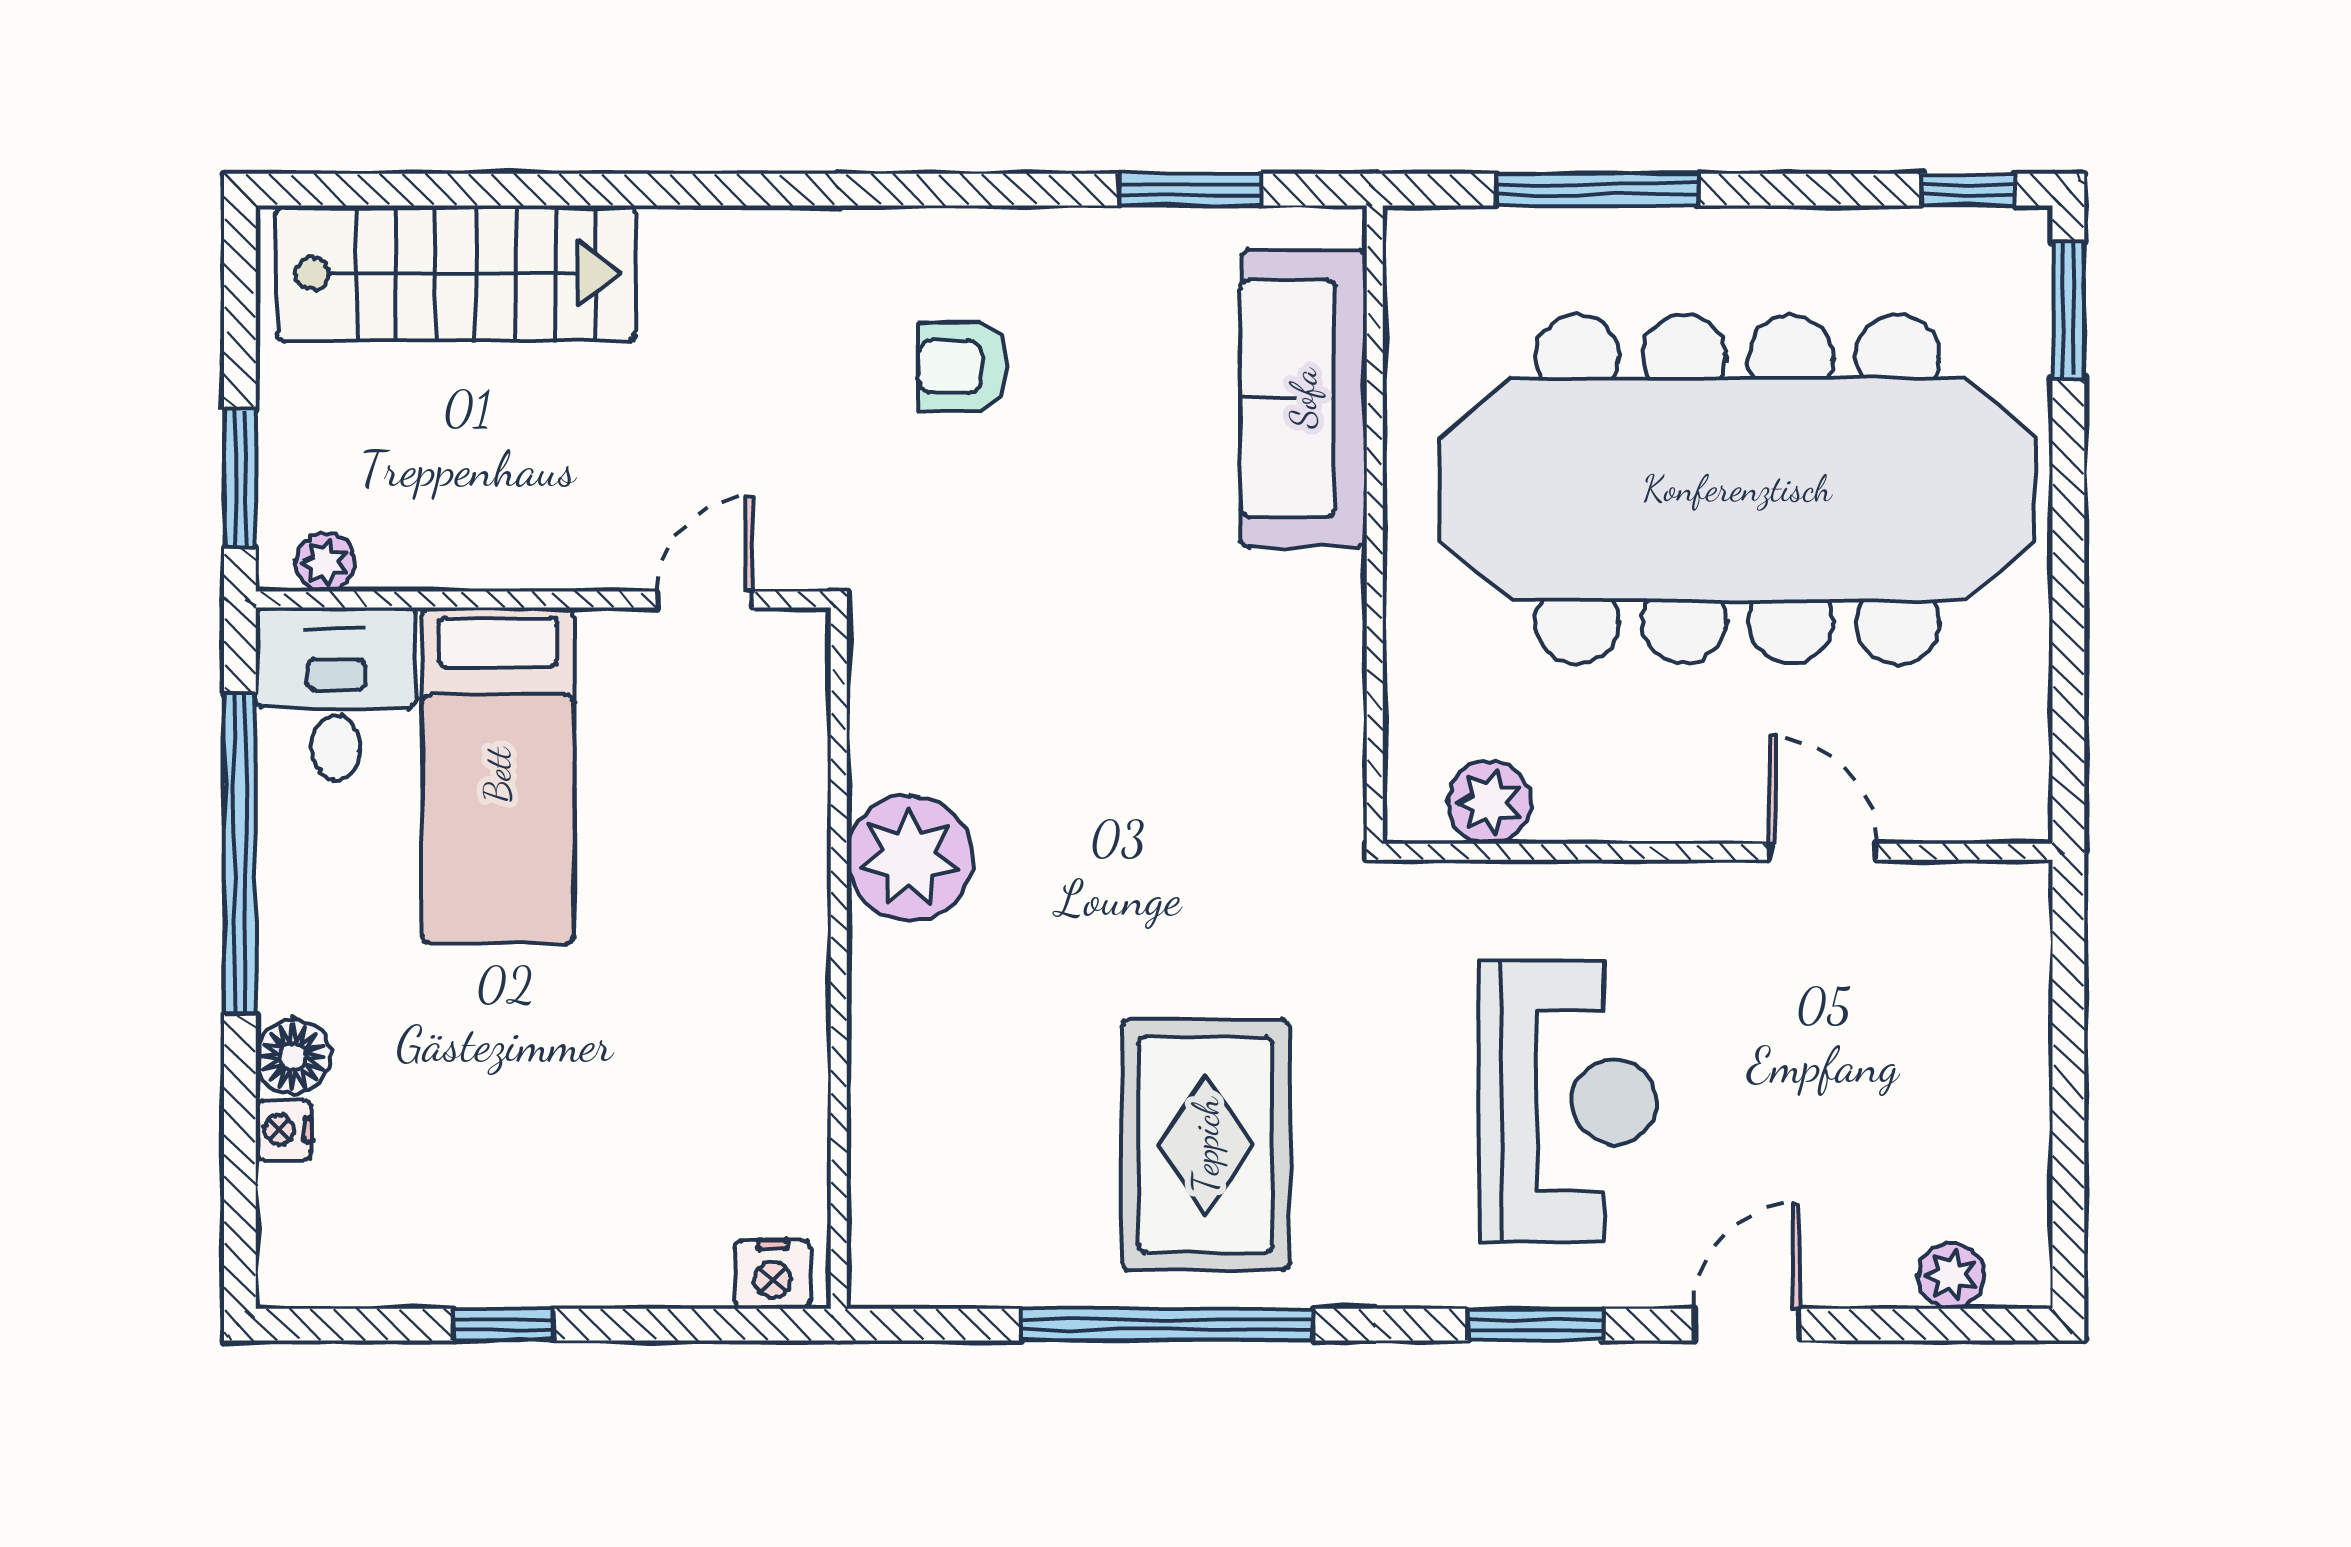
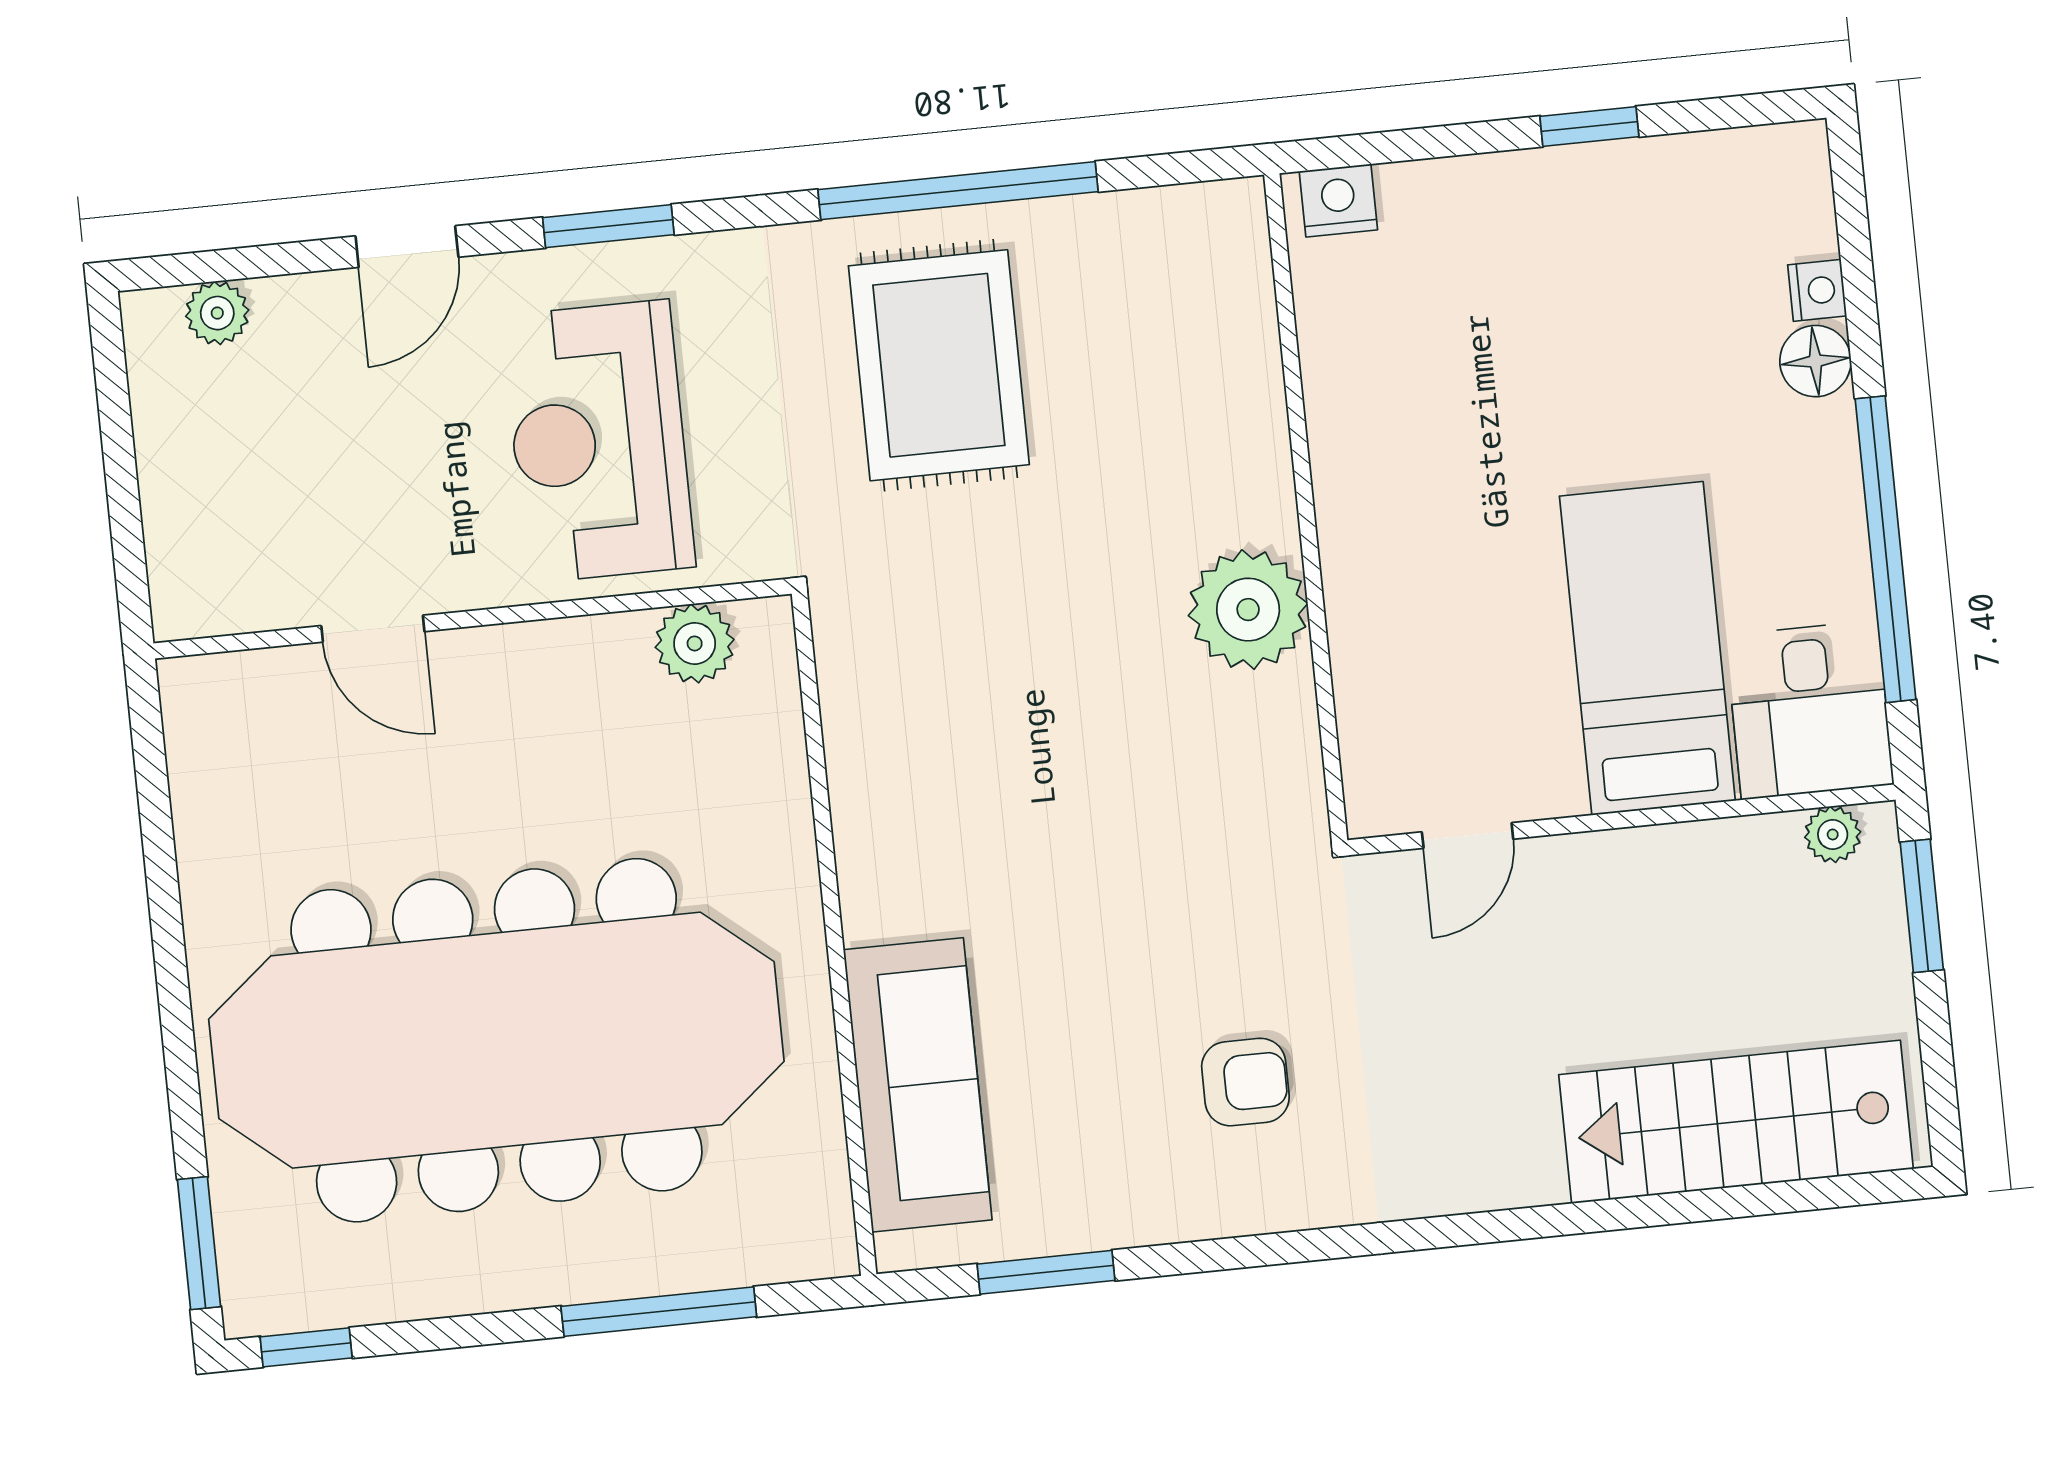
plant: (1489, 802) -> (695, 643), moved
wall: (1718, 852) -> (473, 619), moved
door: (1823, 852) -> (373, 629), moved

